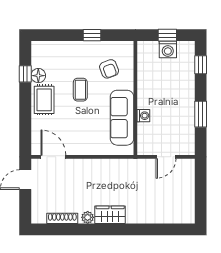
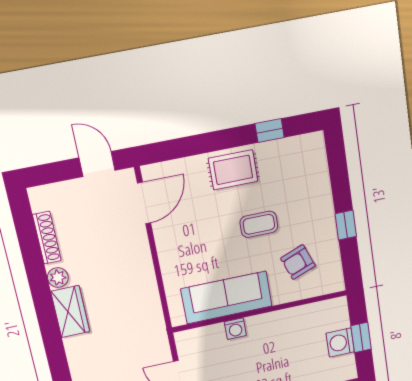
floor lamp: (38, 76) -> (270, 153), removed

